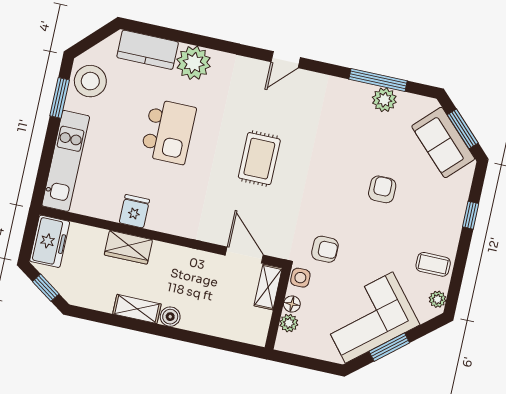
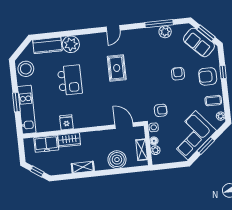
window: (60, 98) -> (16, 102), moved
rug: (259, 159) -> (117, 68), moved
armchair: (438, 214) -> (208, 76), added
freezer: (50, 241) -> (46, 144), moved, turned 90
shelving: (268, 287) -> (142, 150), moved
boiler: (170, 317) -> (117, 160), moved, width x1.86, depth x1.86

